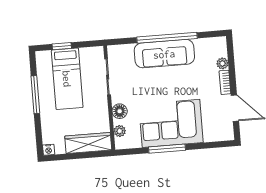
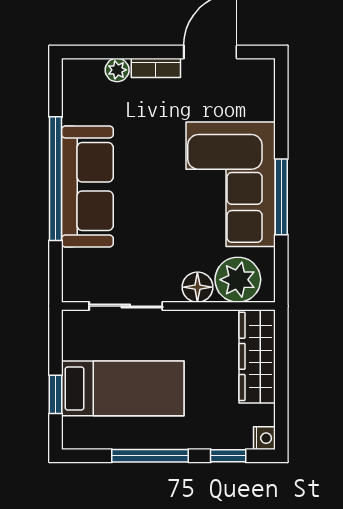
plant: (120, 131) -> (238, 280), width x1.87, depth x1.87
window: (39, 133) -> (228, 456), added

